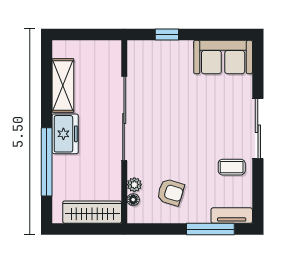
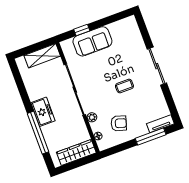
sofa: (223, 57) -> (92, 41), moved
shelving: (63, 85) -> (42, 56), moved, turned 90
coffee table: (232, 167) -> (124, 86), moved
plant: (134, 185) -> (92, 117), moved

